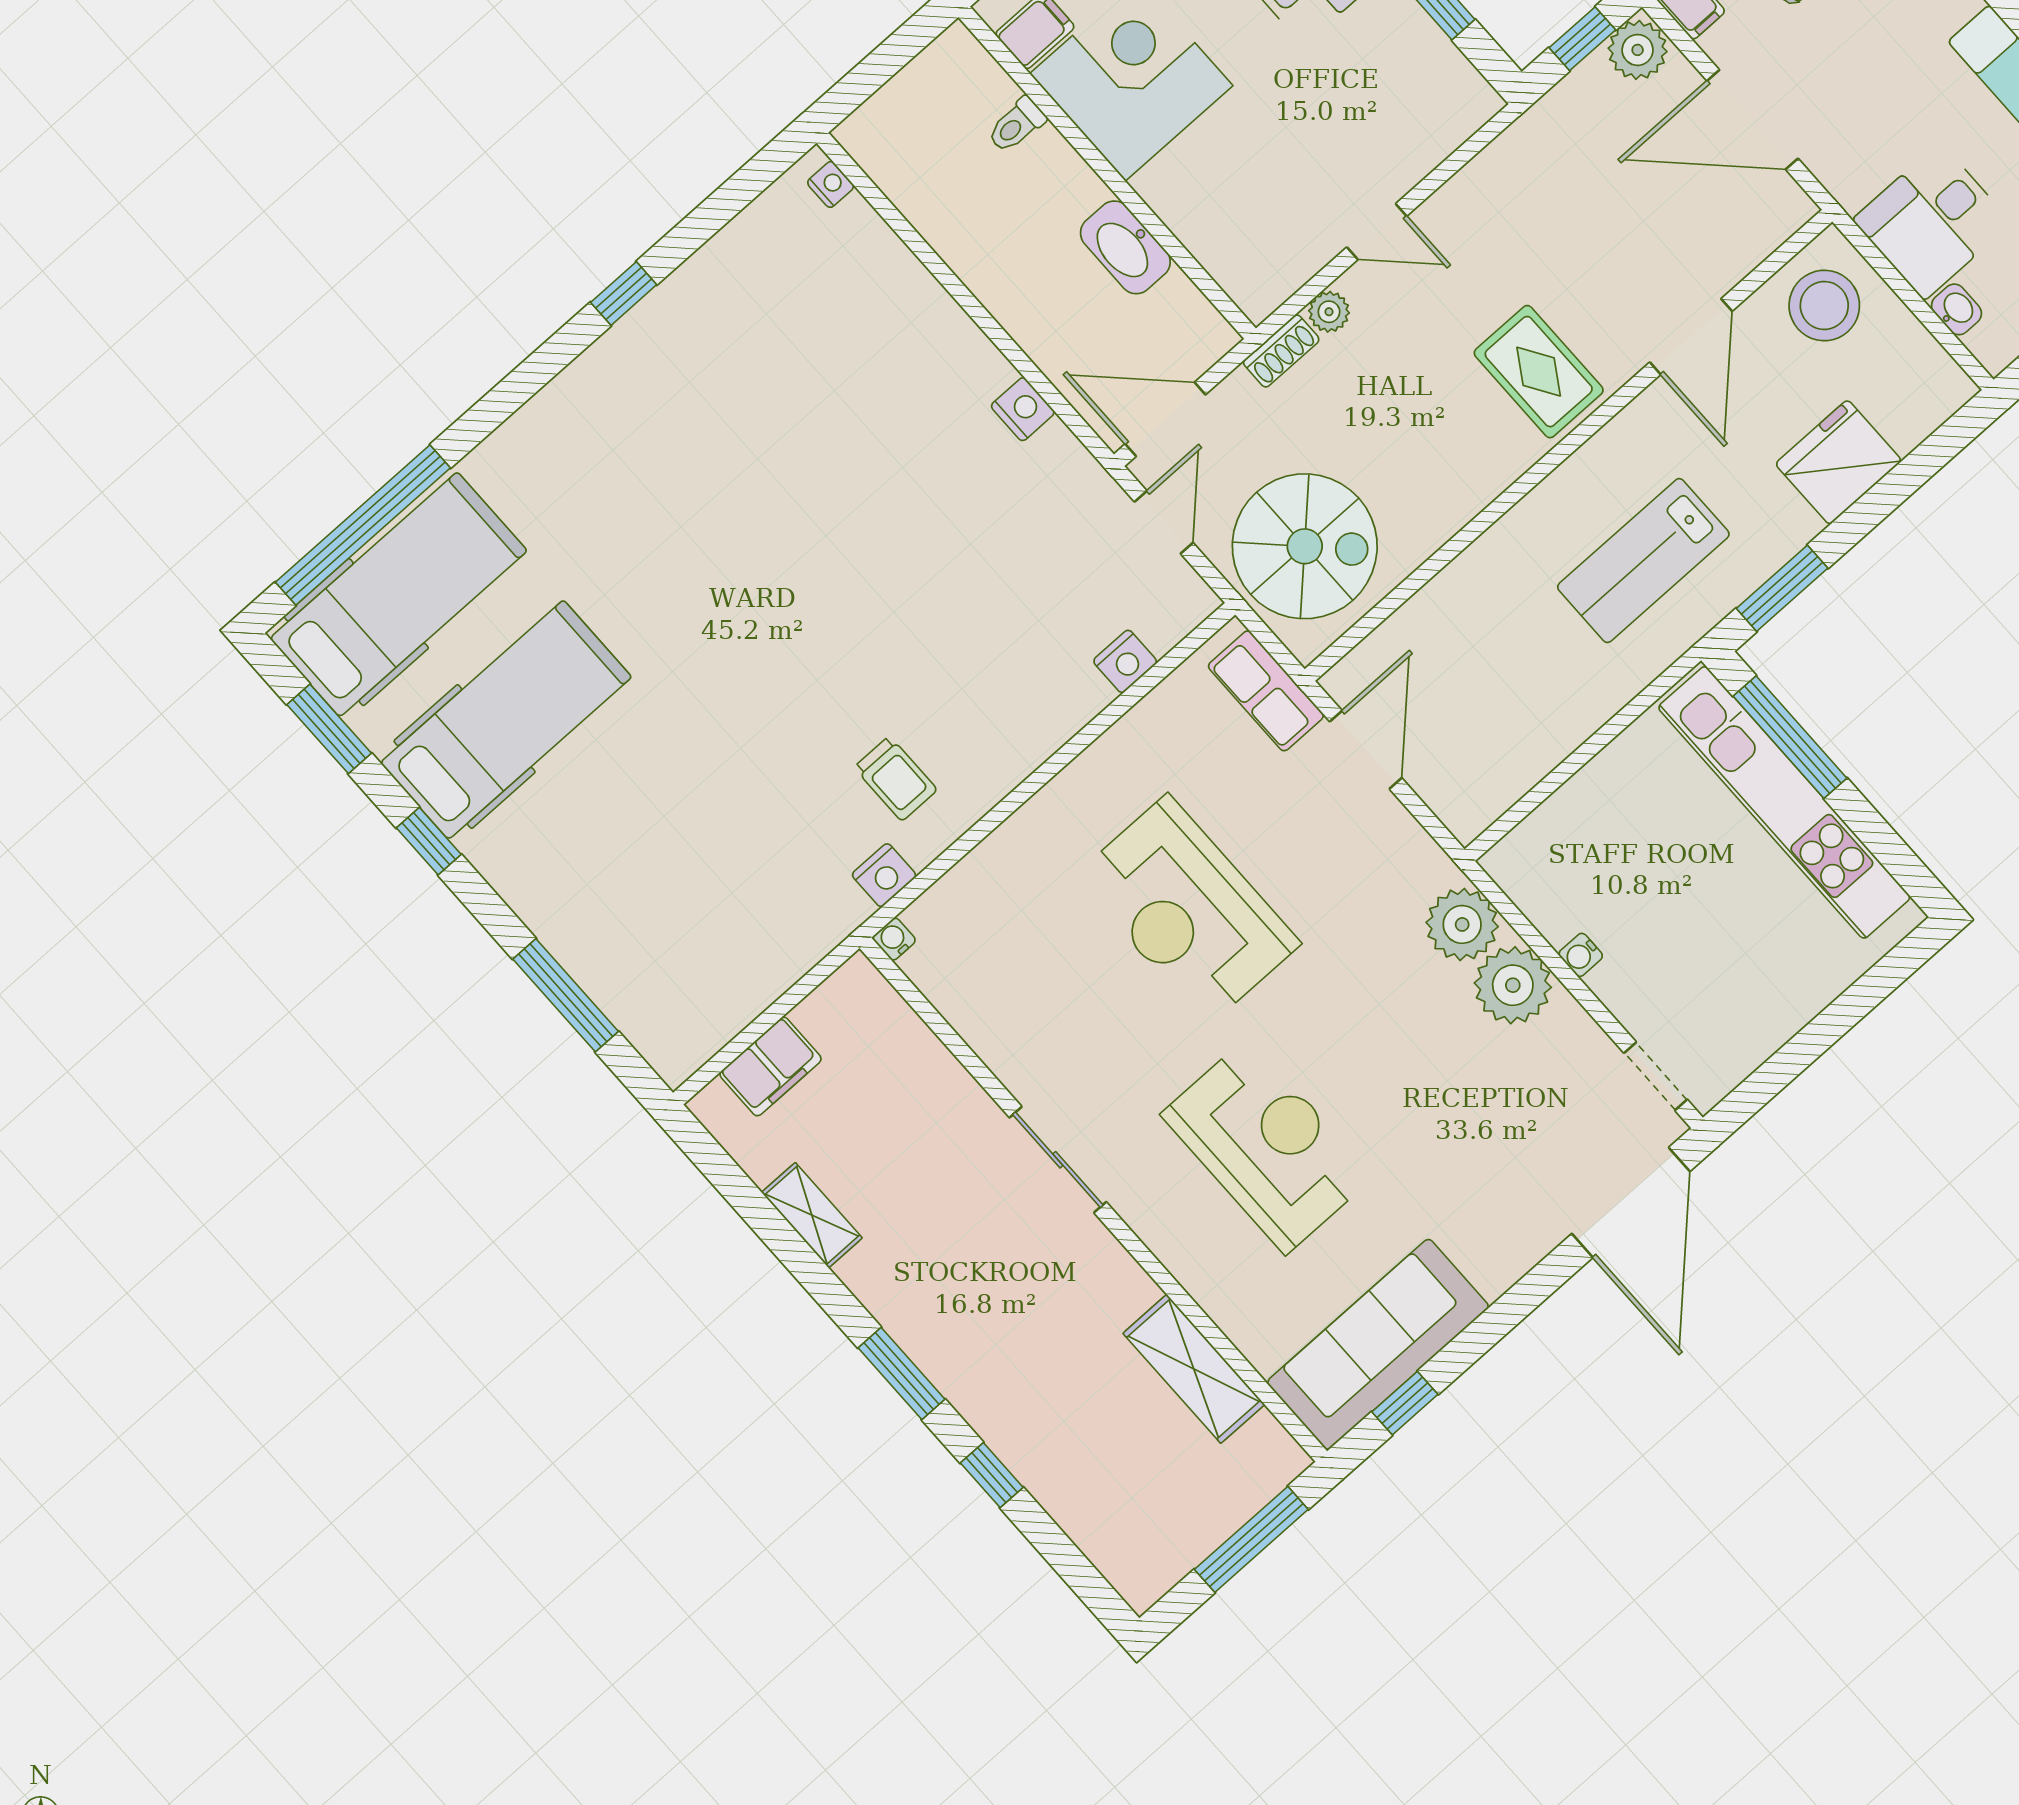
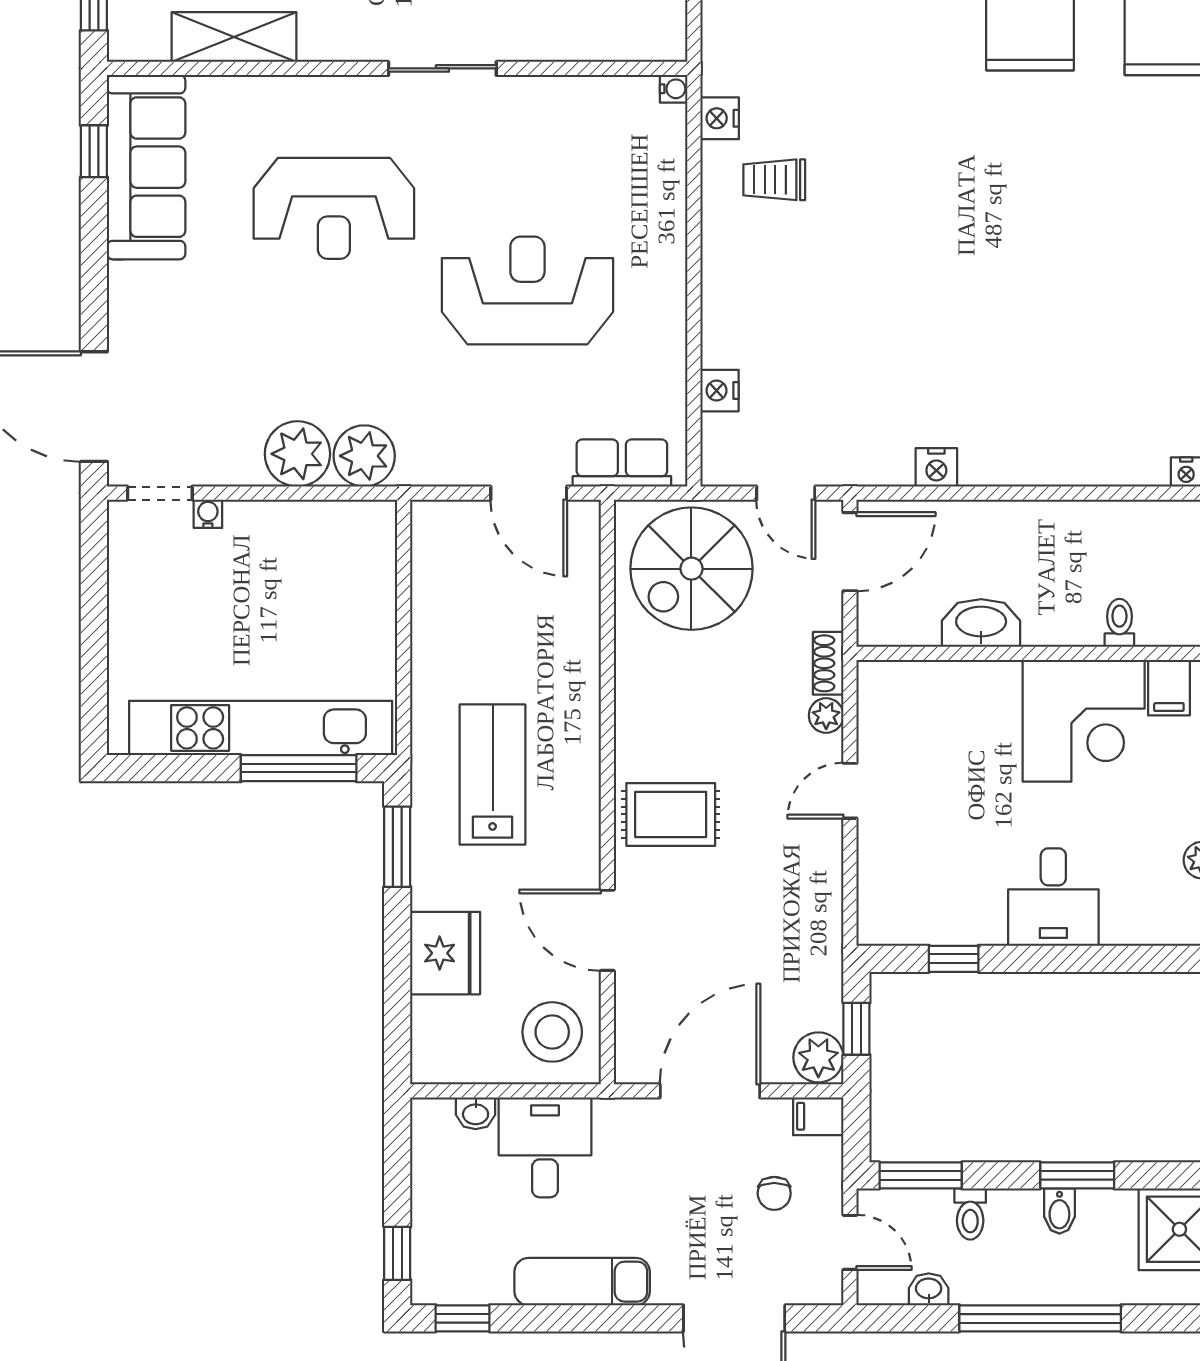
water cooler: (1581, 955) -> (208, 514), moved

